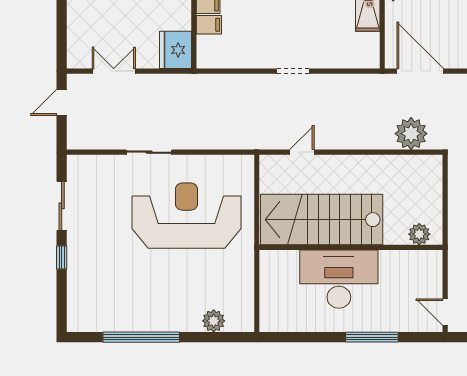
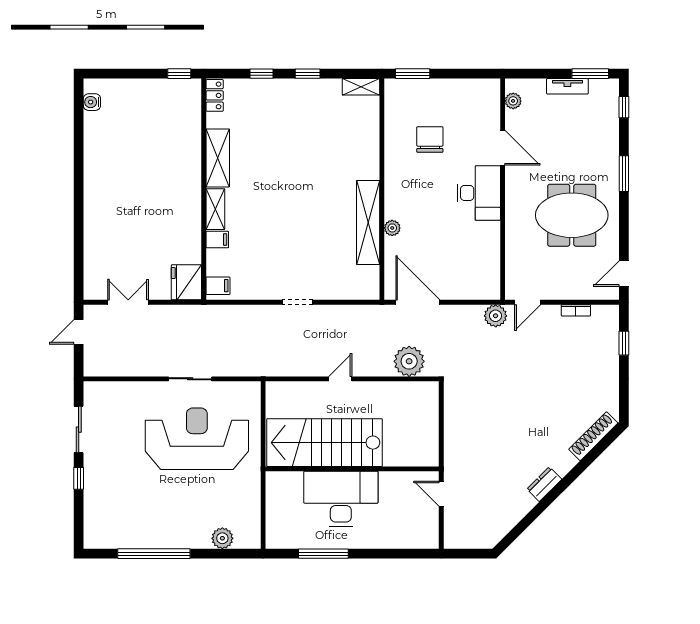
filing cabinet: (209, 25) -> (218, 286), moved
sliding door: (149, 152) -> (190, 379), moved
door: (302, 152) -> (340, 379), moved
plant: (419, 234) -> (417, 456), removed
door: (445, 312) -> (441, 494), moved
window: (372, 337) -> (323, 554), moved

